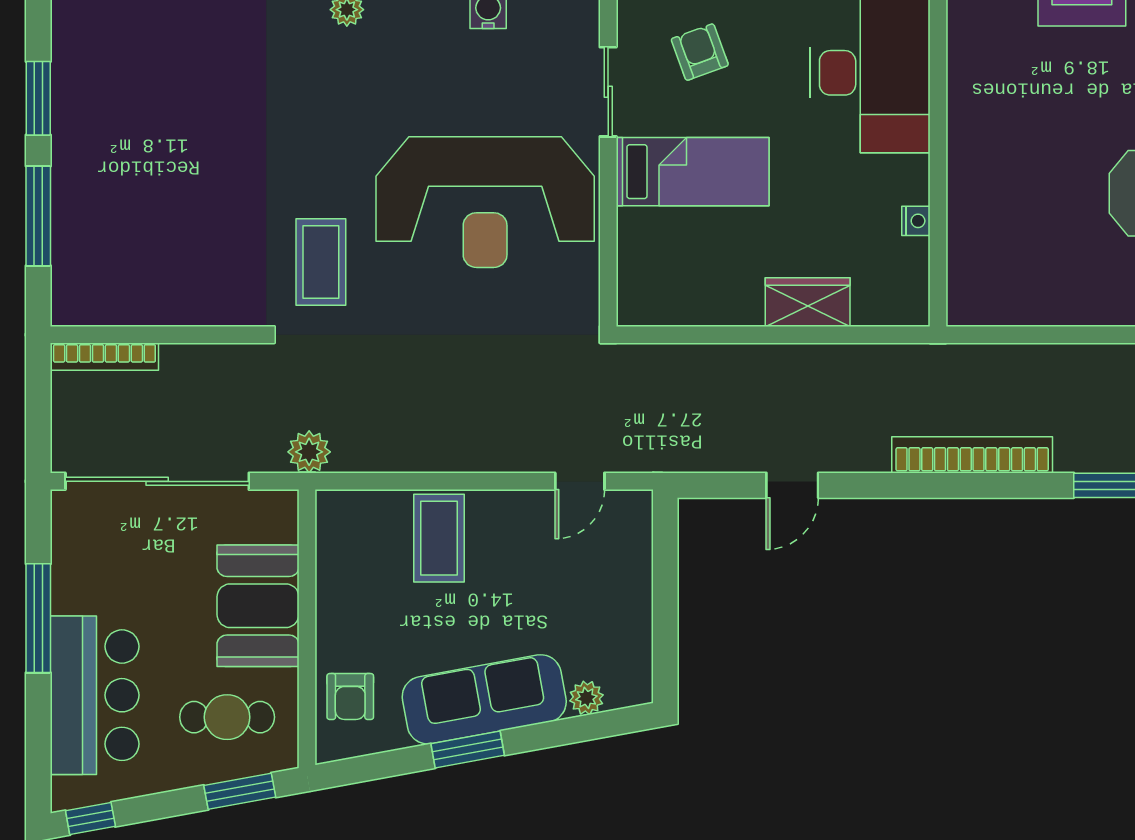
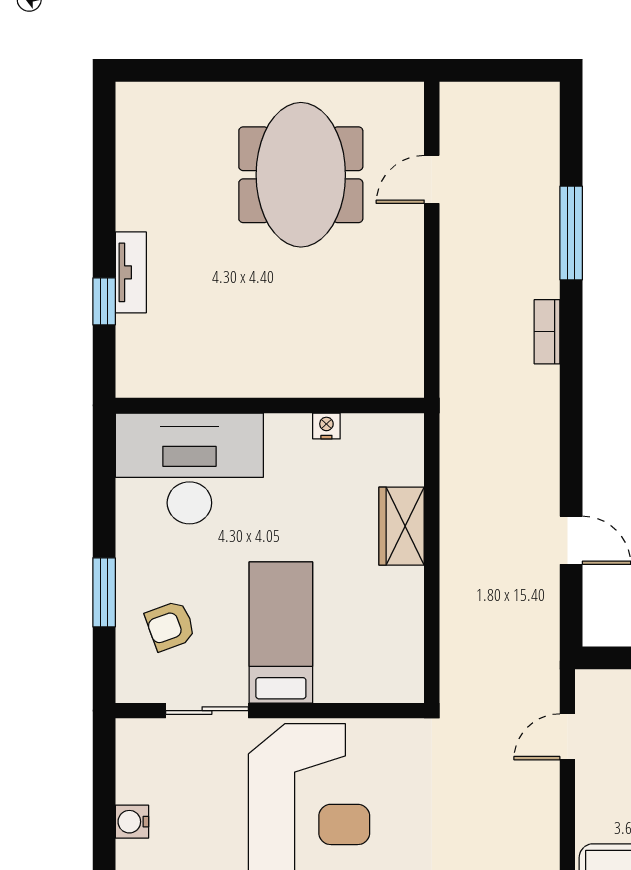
bookcase: (972, 455) -> (547, 332), width x0.43, depth x0.76
door: (580, 481) -> (567, 737), swing flipped

